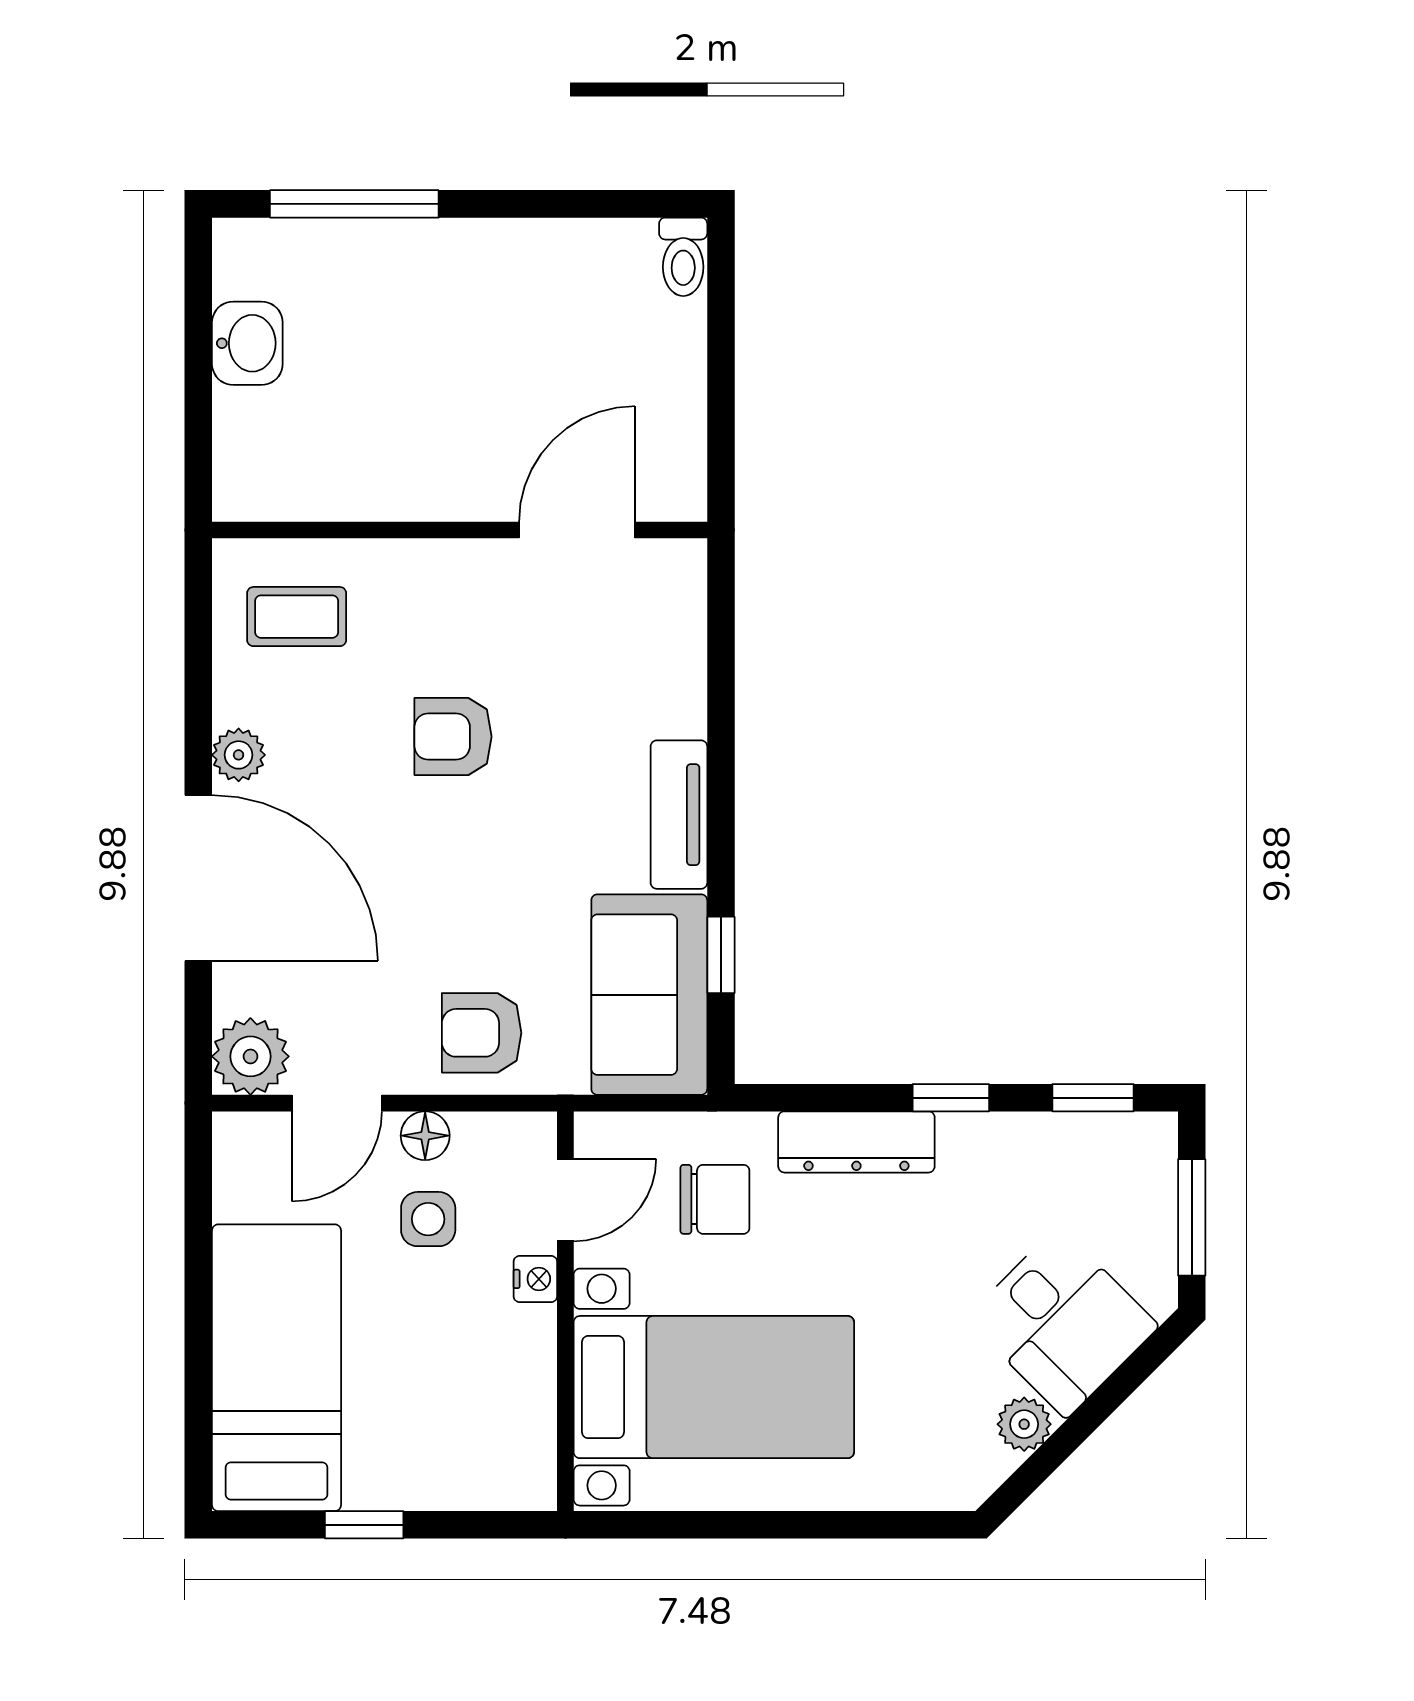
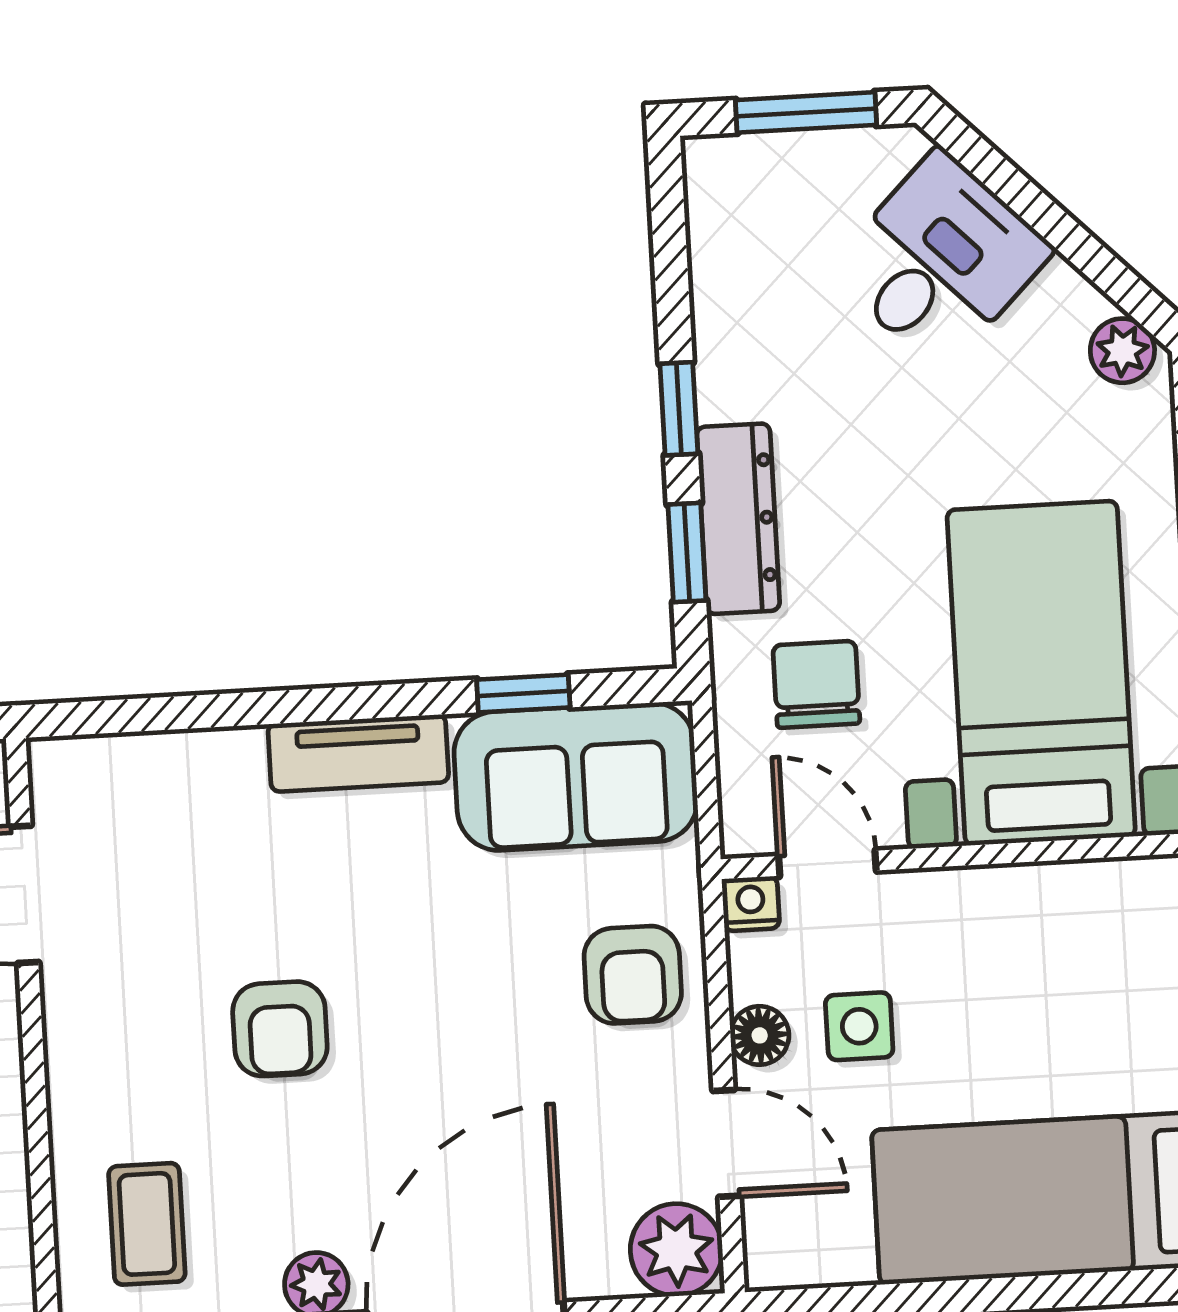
window: (1093, 1098) -> (687, 553), moved
nightstand: (535, 1279) -> (751, 904), moved
plant: (1024, 1424) -> (1122, 351), moved

